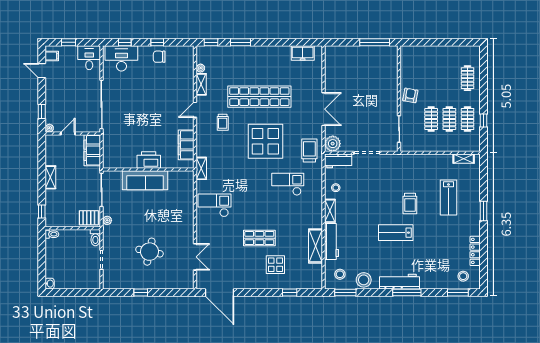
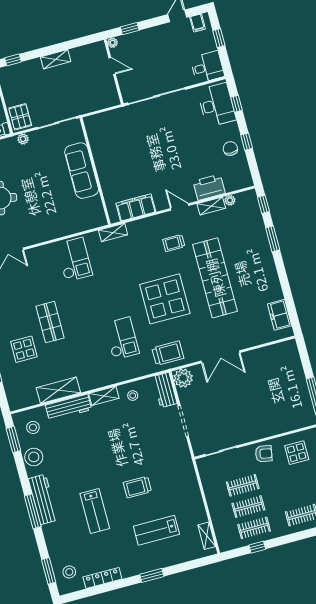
display table: (417, 69) -> (297, 453), added
filing cabinet: (92, 150) -> (100, 100), removed
printer: (149, 160) -> (209, 187), moved, turned -90
lab bench: (396, 233) -> (95, 511), moved, turned 180

